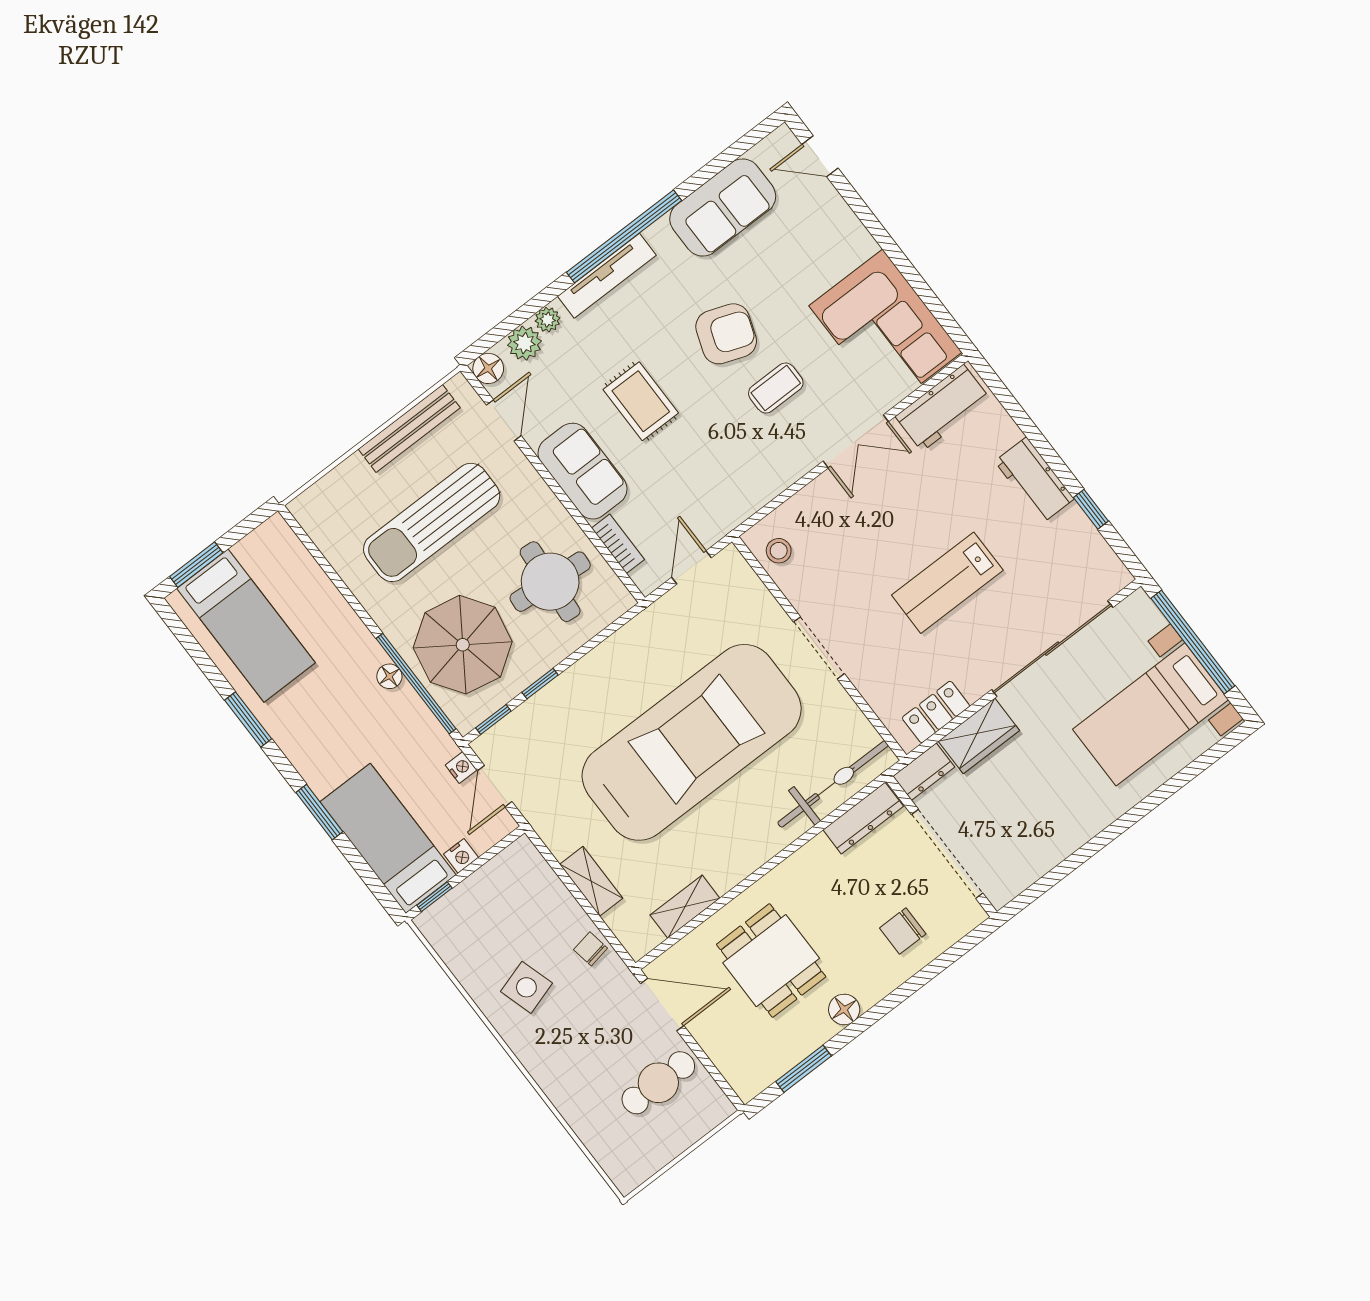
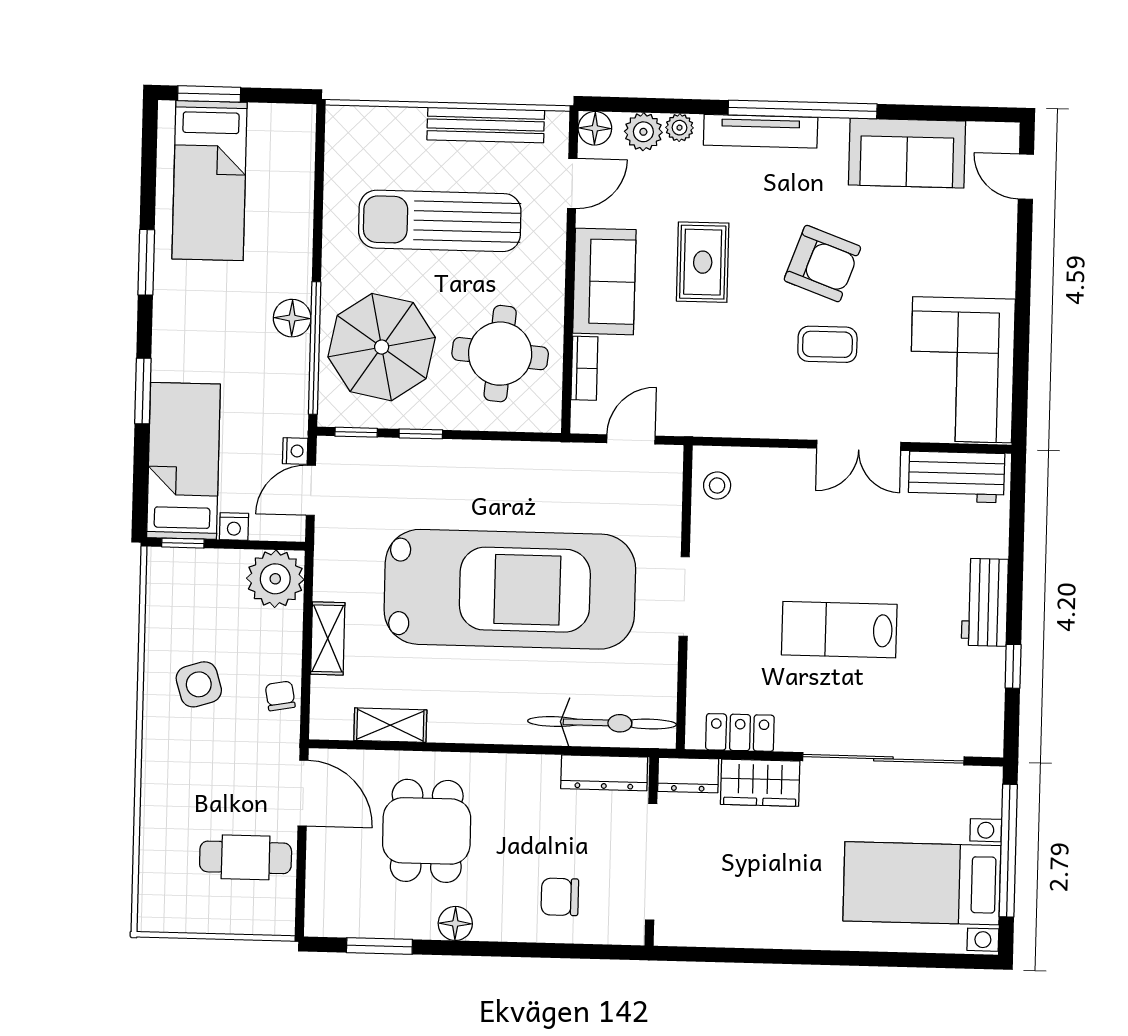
floor lamp: (389, 676) -> (292, 318), width x1.37, depth x1.37
plant: (520, 869) -> (275, 579), added

